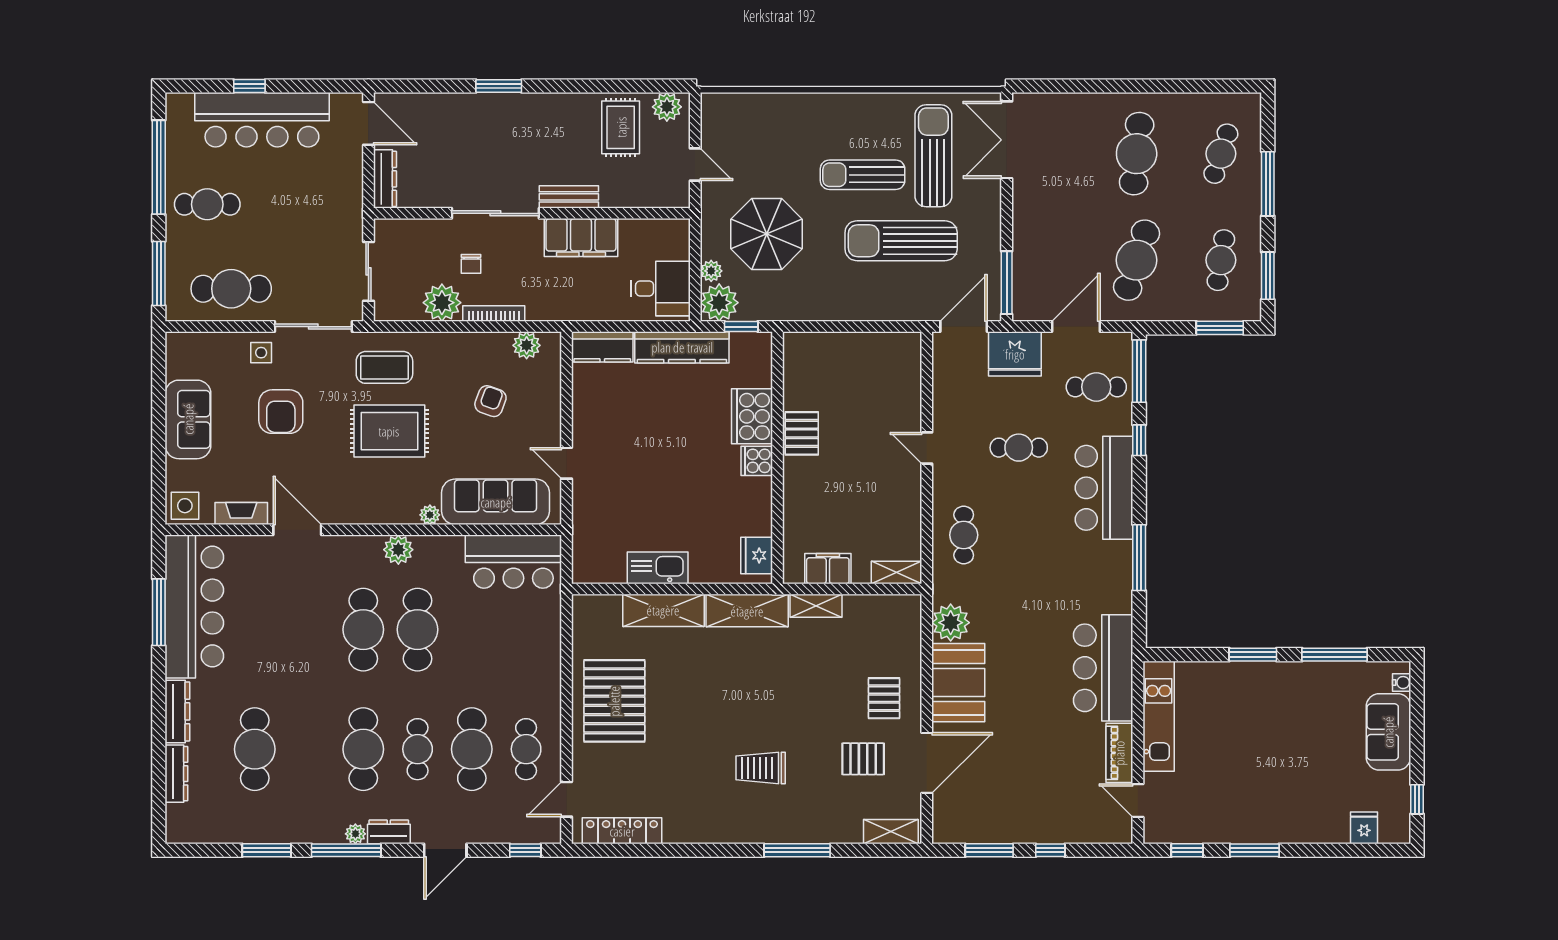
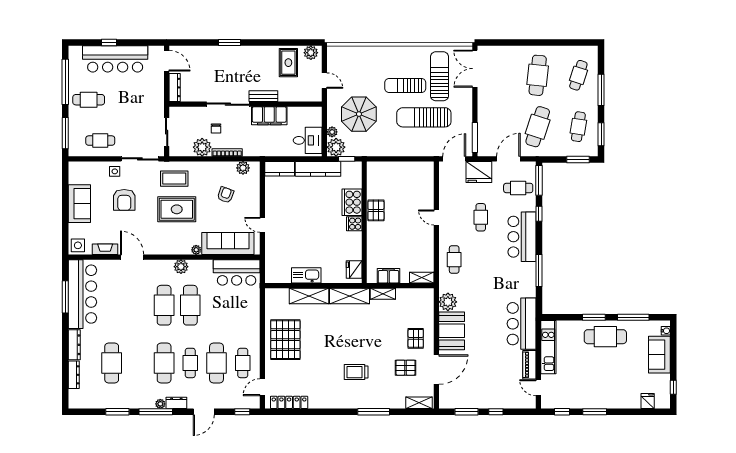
cafe table: (231, 289) -> (100, 141), width x0.73, depth x0.74
cafe table: (1019, 448) -> (481, 217), turned 90
cafe table: (1277, 695) -> (605, 337), added

